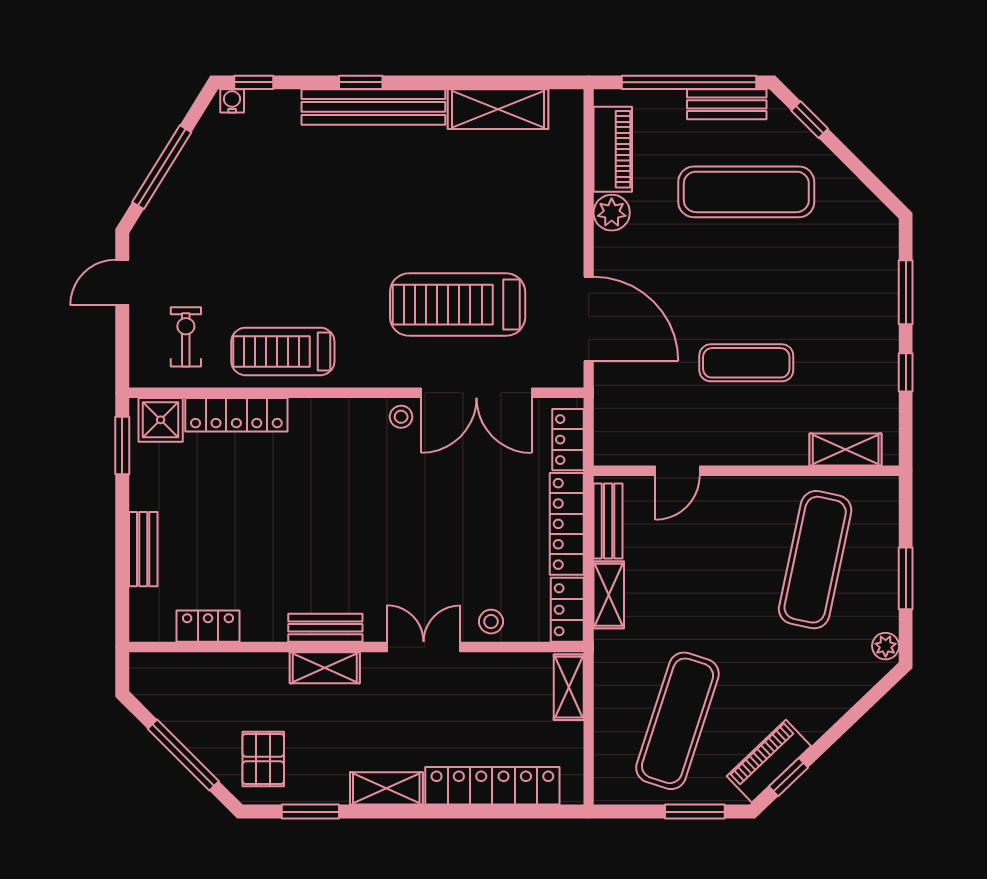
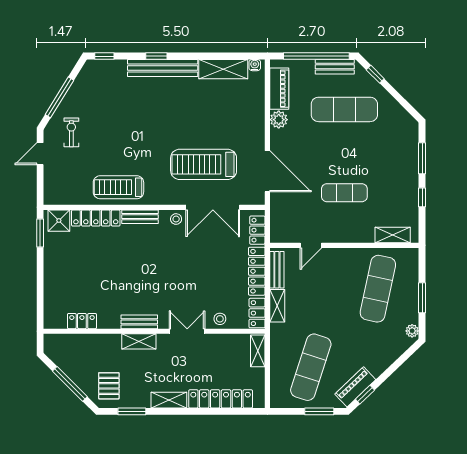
water cooler: (232, 101) -> (255, 65), moved
exercise bike: (186, 337) -> (71, 132), moved
bench: (143, 549) -> (140, 217), moved, turned 90

